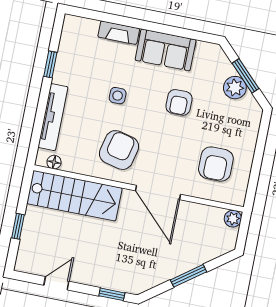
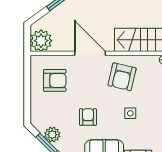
armchair: (216, 164) -> (55, 80), turned 90
plant: (233, 219) -> (41, 41), width x1.88, depth x1.88

